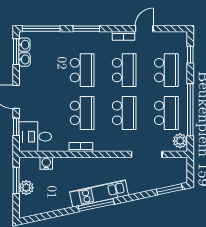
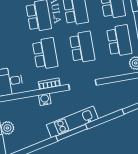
doorway: (147, 154) -> (83, 85), moved
water cooler: (46, 163) -> (45, 99), moved

